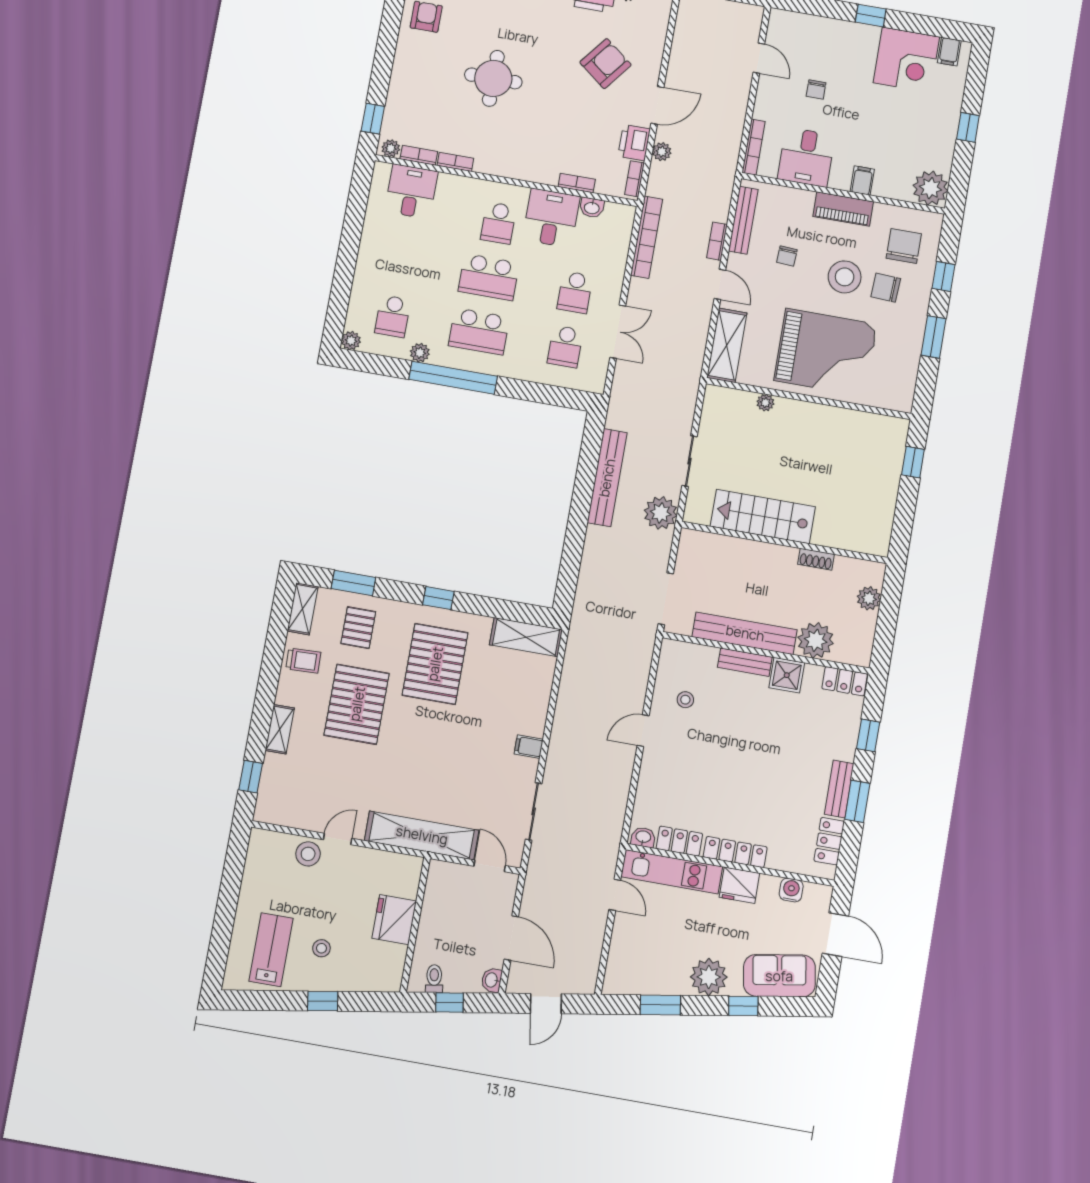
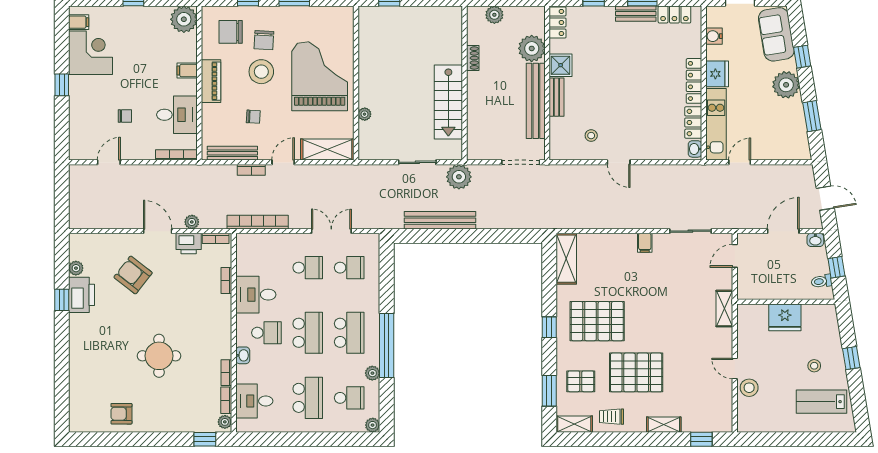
washbasin: (592, 208) -> (243, 355), moved
school desk: (403, 262) -> (308, 398), added
trolley: (303, 661) -> (611, 417), turned -88
shelving: (422, 835) -> (724, 309), width x0.45, depth x0.75

